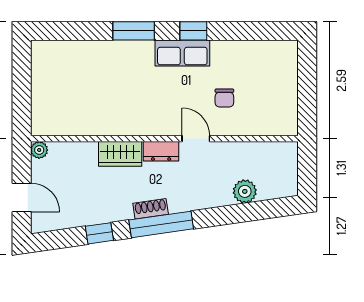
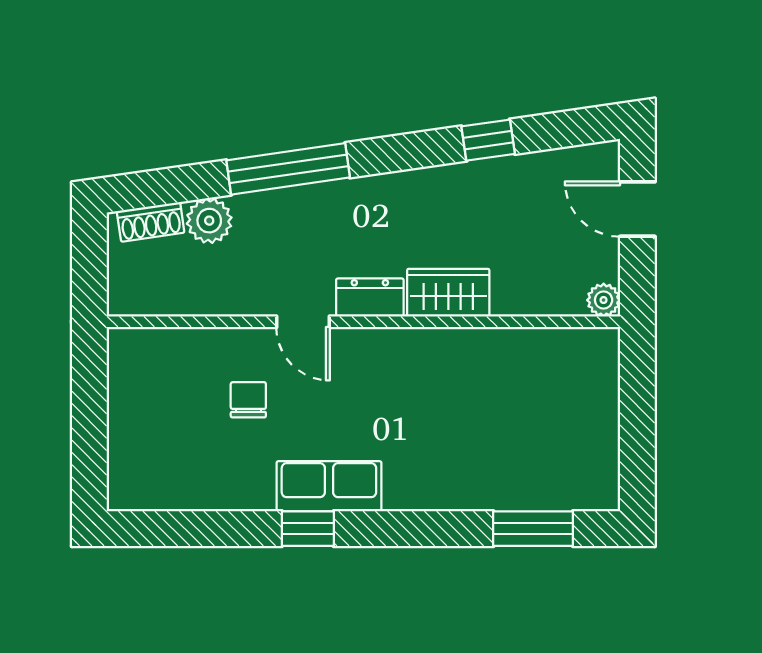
window: (134, 31) -> (533, 529), moved
shoe rack: (151, 209) -> (151, 222), moved
window: (161, 224) -> (288, 169), moved

